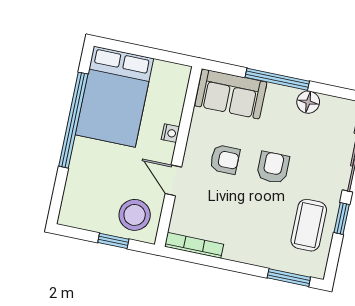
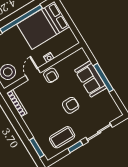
sofa: (231, 94) -> (91, 79), moved
floor lamp: (308, 102) -> (106, 96), removed
armchair: (225, 159) -> (51, 75), moved

